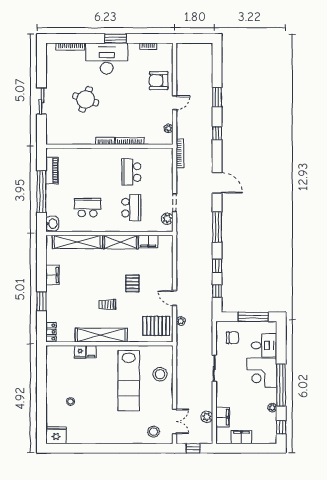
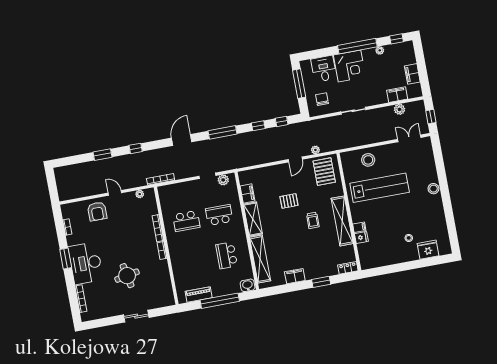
round table: (86, 99) -> (127, 276), turned -30
stool: (154, 432) -> (433, 189), moved
fridge: (56, 435) -> (428, 250), moved, turned 90

